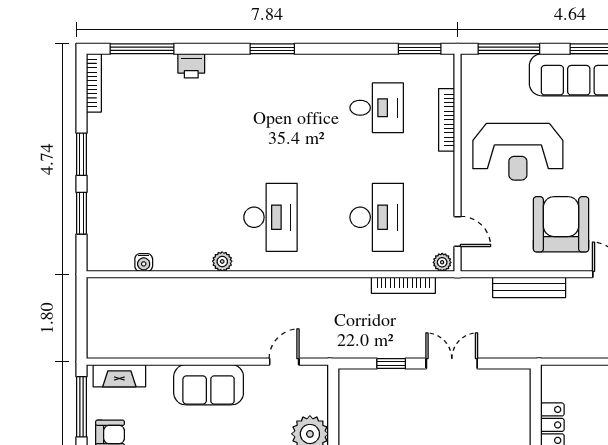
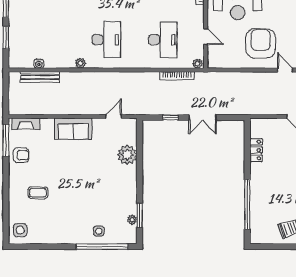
door: (458, 231) -> (206, 37), moved
bench: (529, 287) -> (40, 77), moved
double door: (452, 364) -> (203, 117), swing flipped

